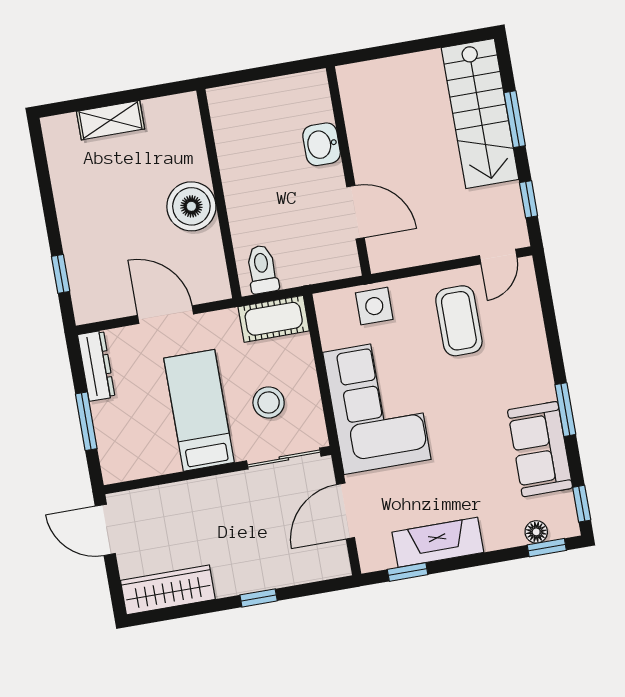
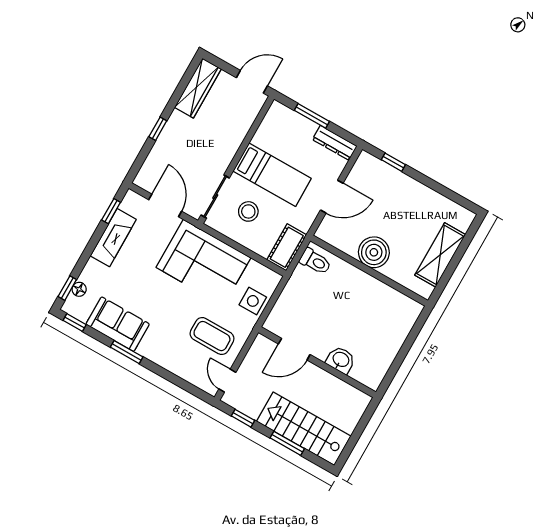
shelving: (110, 120) -> (440, 255), width x1.50, depth x1.33
washbasin: (322, 144) -> (341, 360), moved
wall: (348, 171) -> (317, 362), moved
door: (356, 212) -> (294, 349), moved

